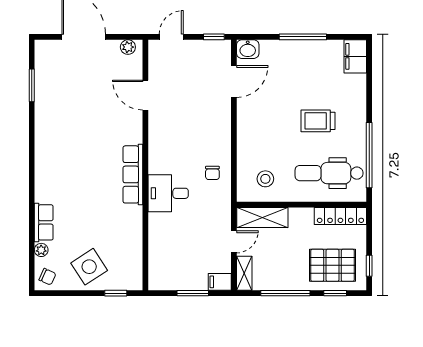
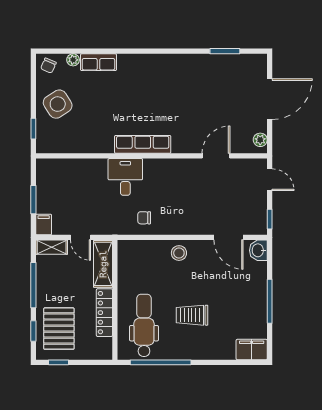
trolley: (318, 121) -> (192, 315), turned -90
stool: (265, 179) -> (179, 253), moved
locker: (340, 216) -> (104, 313), moved

